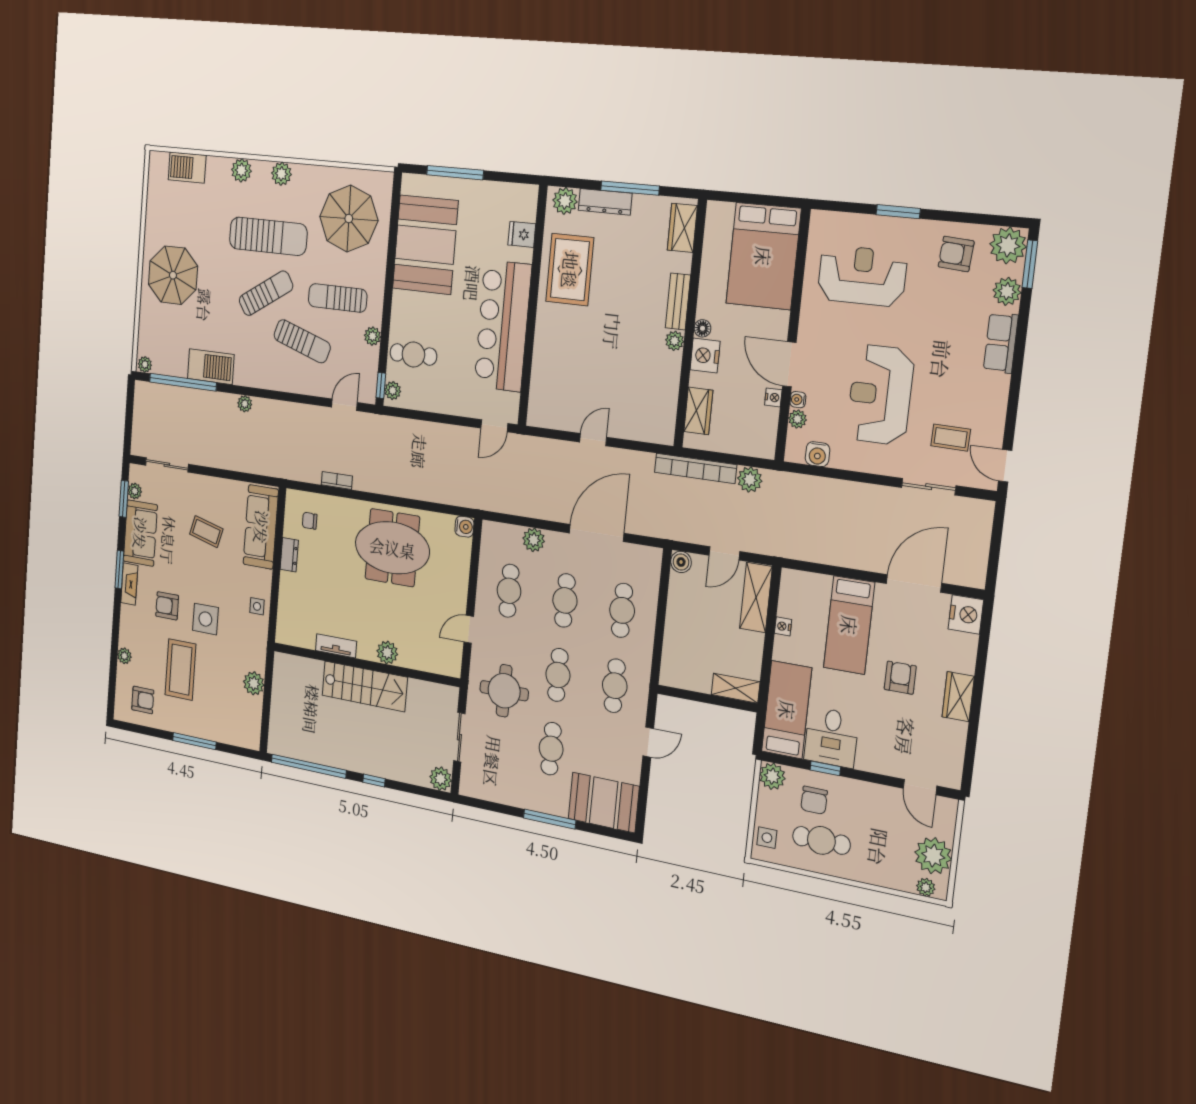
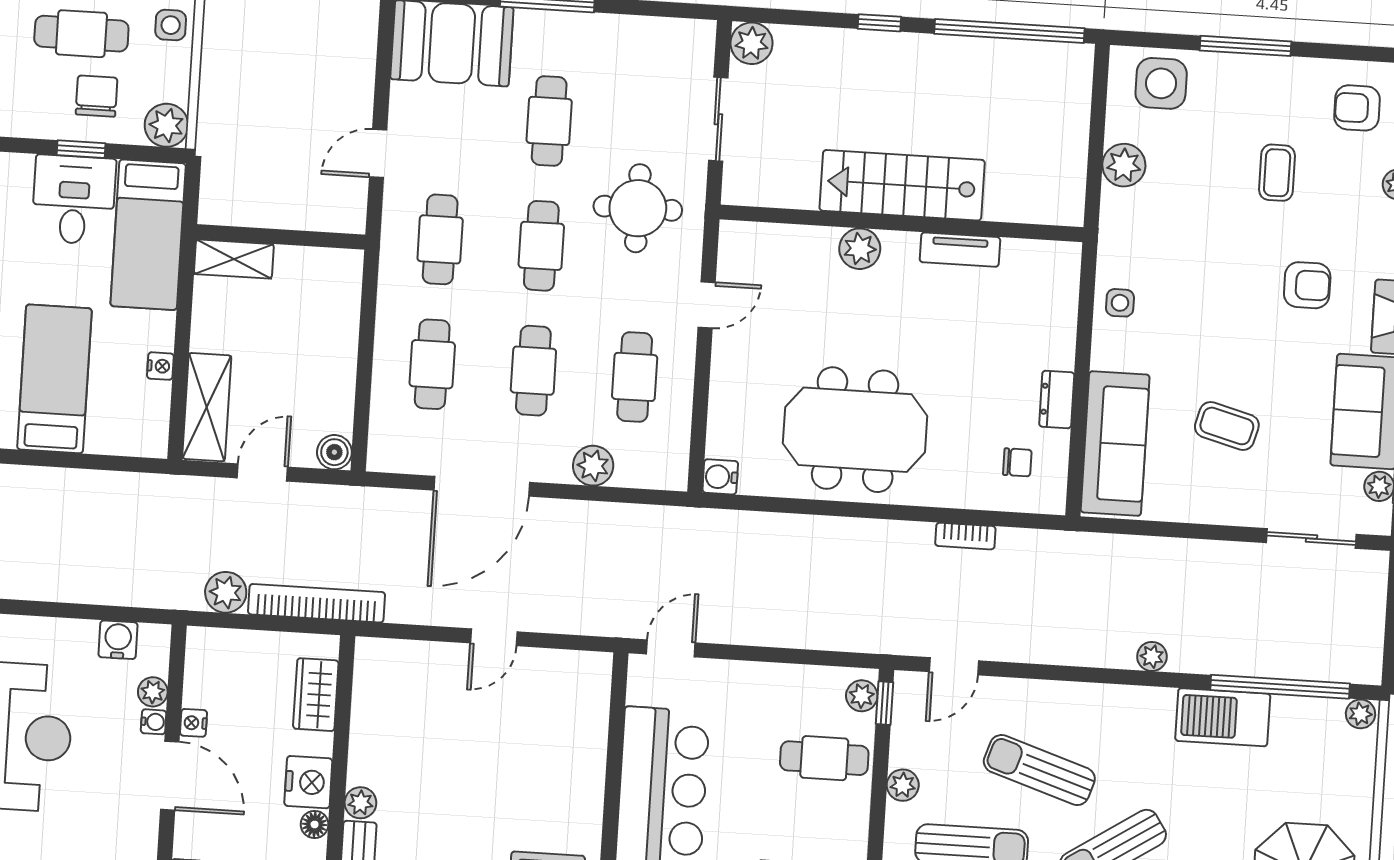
side table: (205, 619) -> (1161, 83), moved
coffee table: (181, 670) -> (1277, 173), width x0.54, depth x0.58

